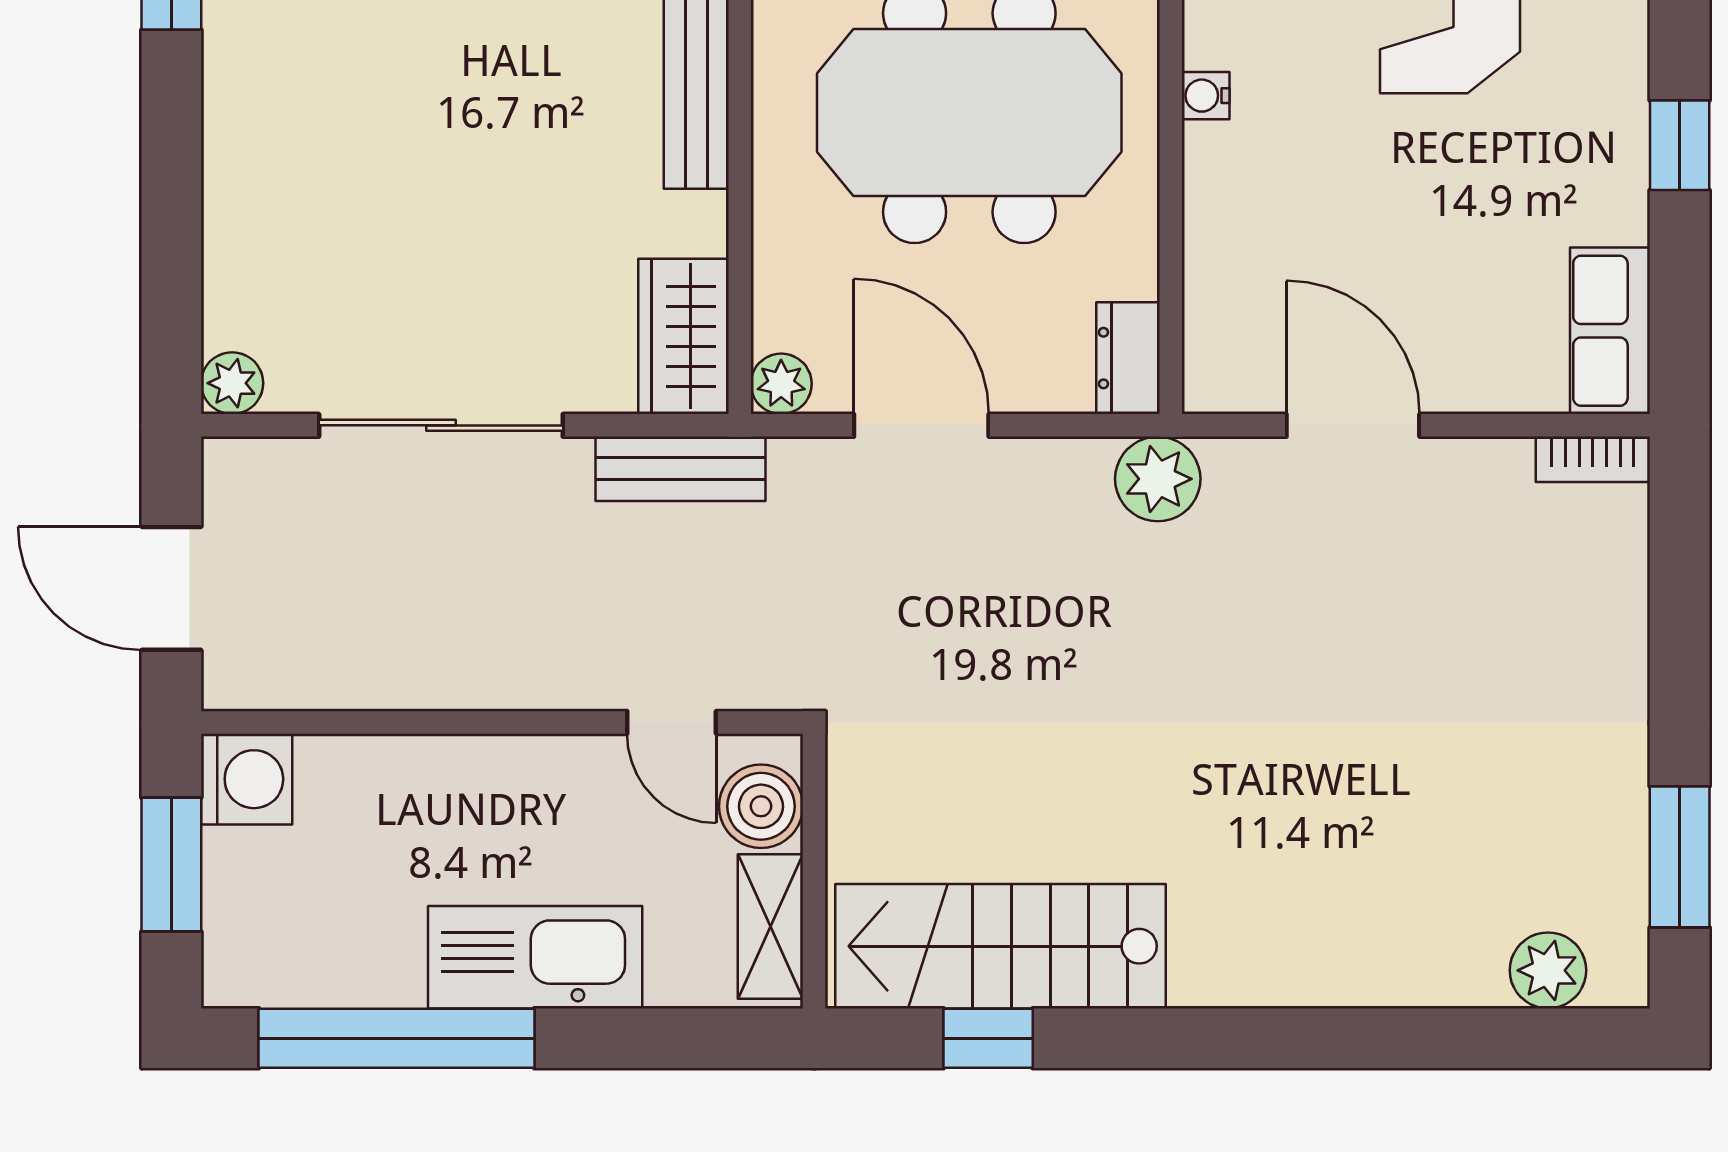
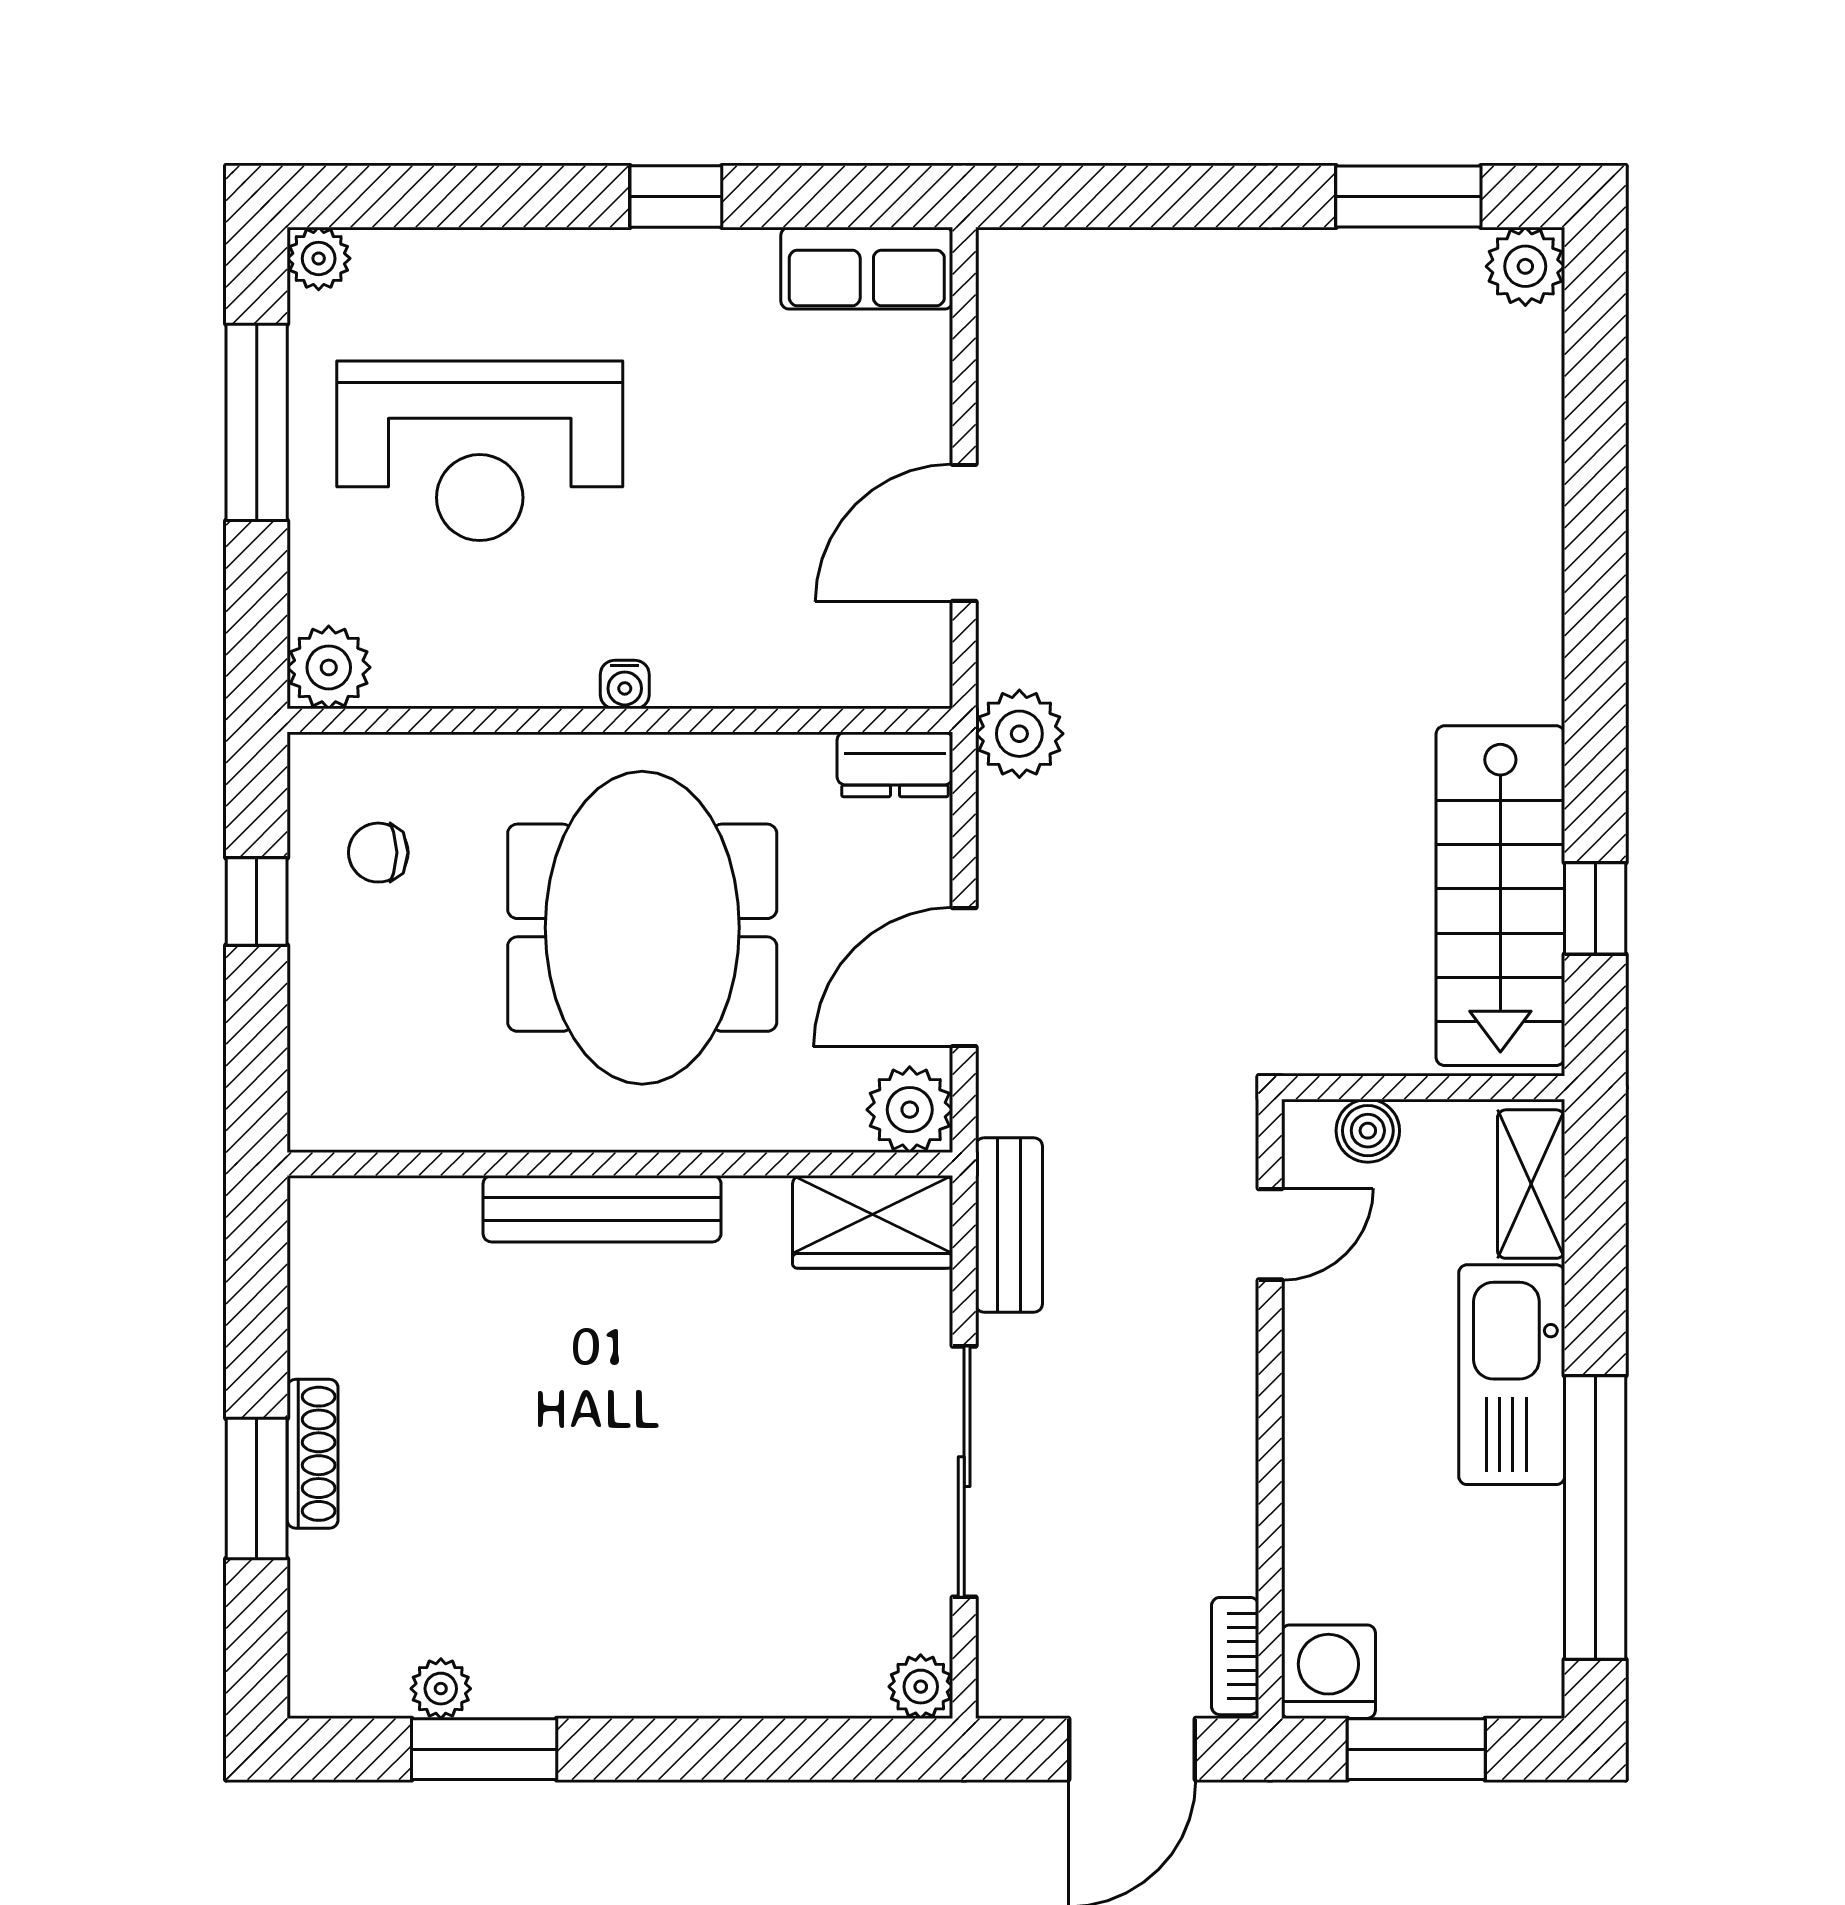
plant: (781, 384) -> (910, 1110), width x1.38, depth x1.38
bookcase: (1593, 459) -> (1235, 1656), moved, turned 180
boiler: (761, 806) -> (1368, 1131), width x0.73, depth x0.73
shelving: (770, 926) -> (1531, 1184), moved, turned 90
plant: (1548, 970) -> (1525, 266), moved

